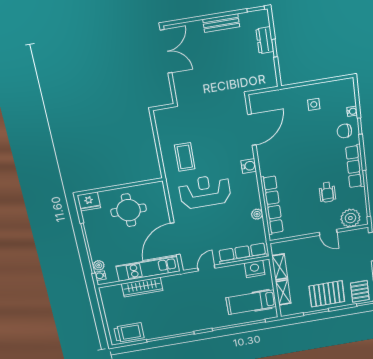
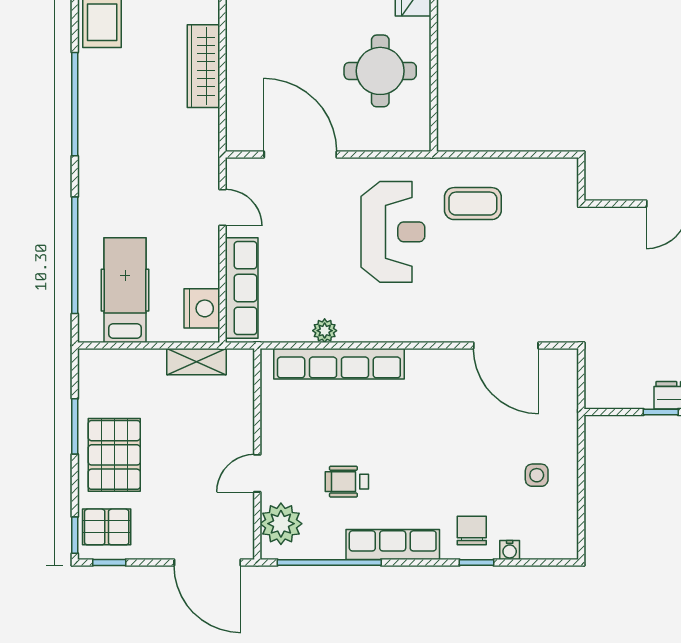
water cooler: (249, 166) -> (432, 328), removed
kitchen unit: (148, 269) -> (244, 86), removed
shelving: (283, 292) -> (135, 361), removed

